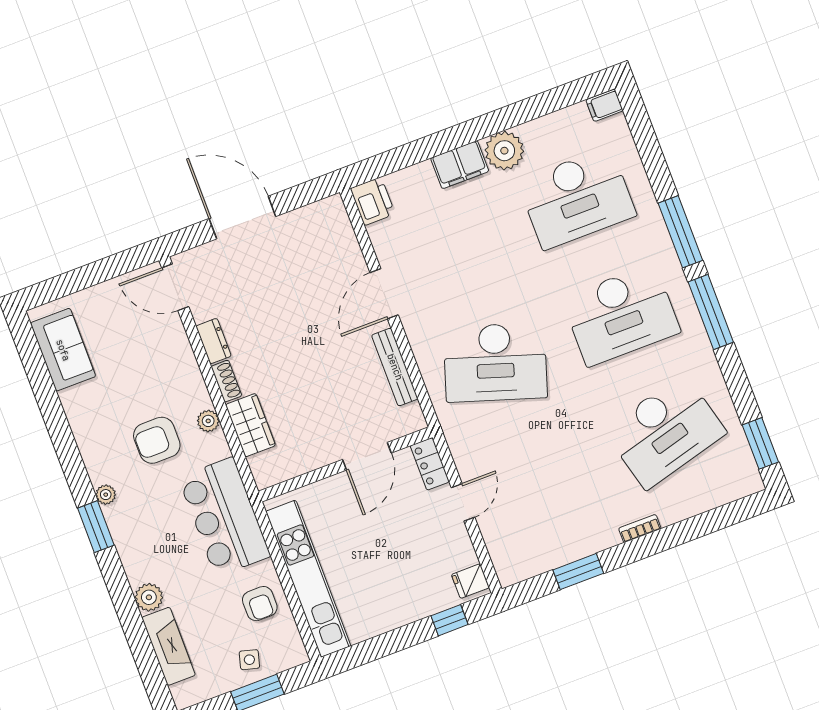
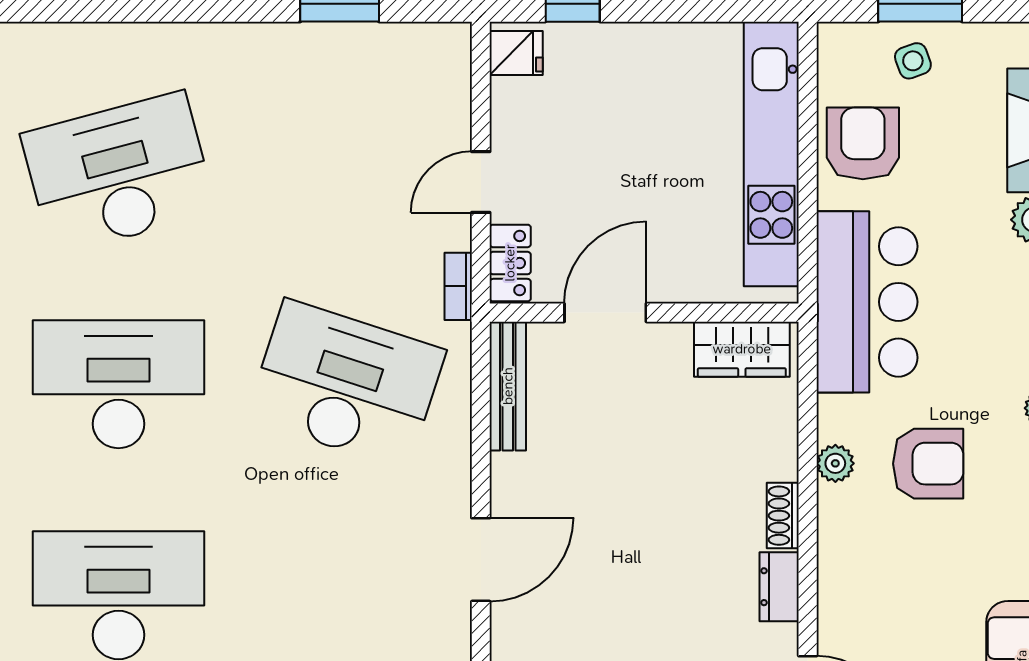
bench: (395, 367) -> (508, 386), moved
wardrobe: (250, 425) -> (742, 349), moved, turned -90
bookcase: (640, 528) -> (458, 286), moved, turned 90
armchair: (260, 604) -> (863, 143), width x1.38, depth x1.38
side table: (249, 660) -> (913, 61), turned -35

